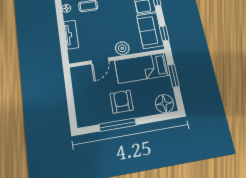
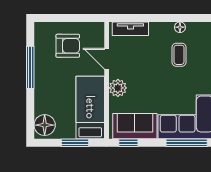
tv unit: (71, 35) -> (130, 29), moved
armchair: (122, 102) -> (68, 46), moved

